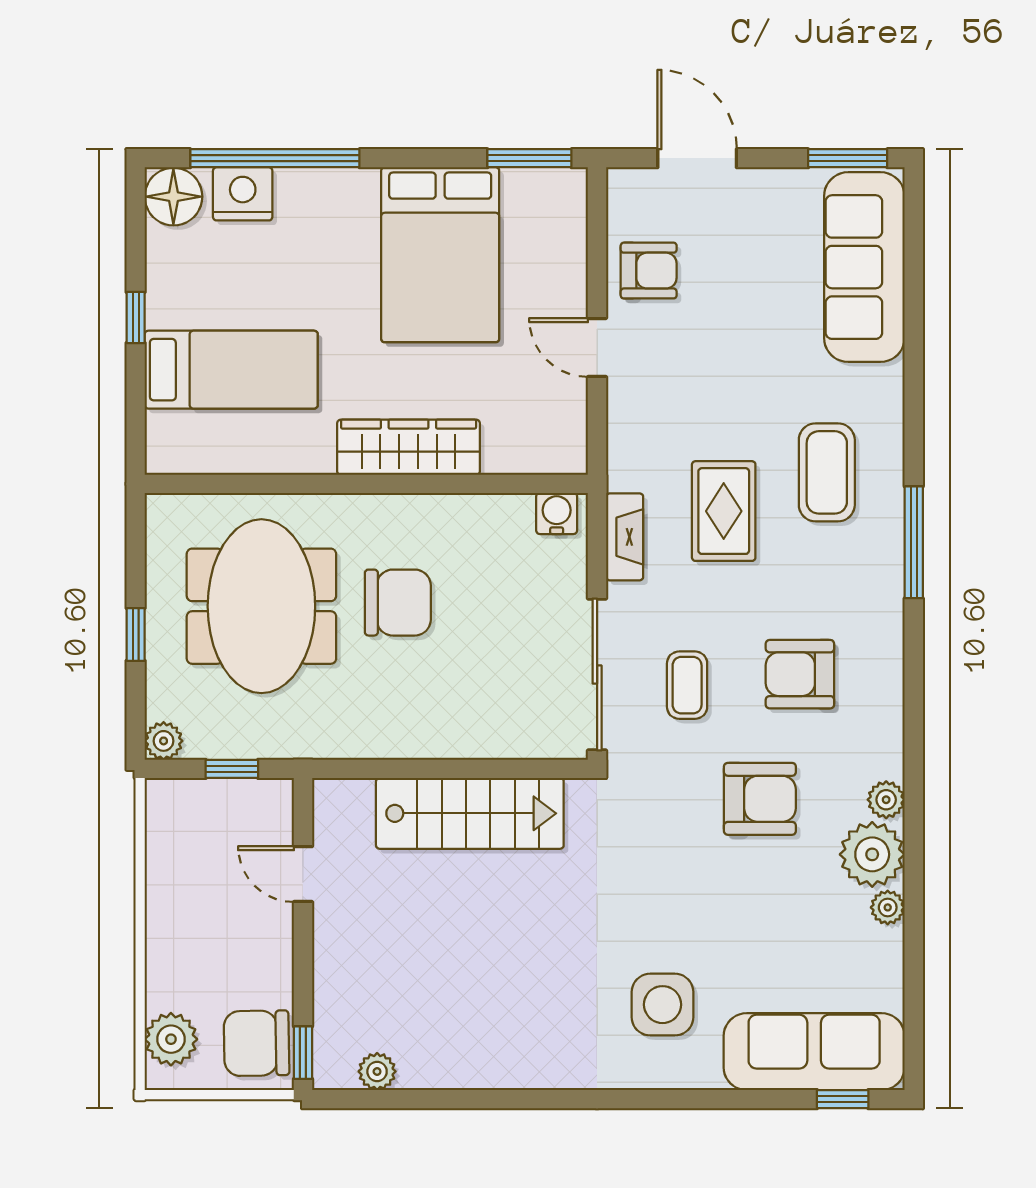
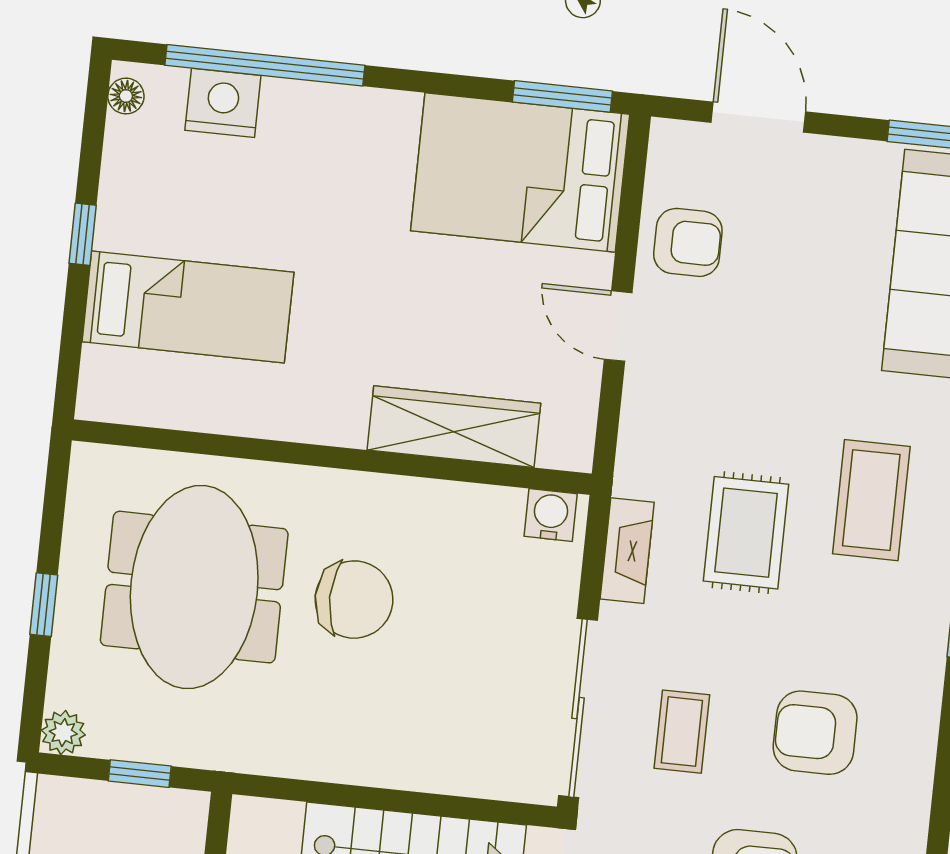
floor lamp: (173, 197) -> (126, 96), width x0.53, depth x0.53
bed: (440, 255) -> (520, 173), moved, turned 90
wardrobe: (409, 447) -> (454, 427), moved

